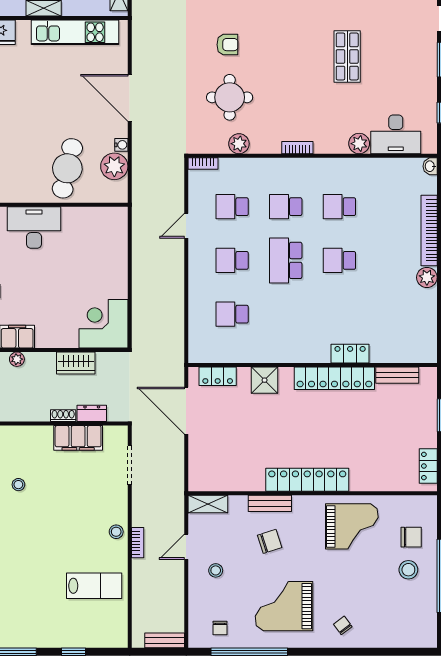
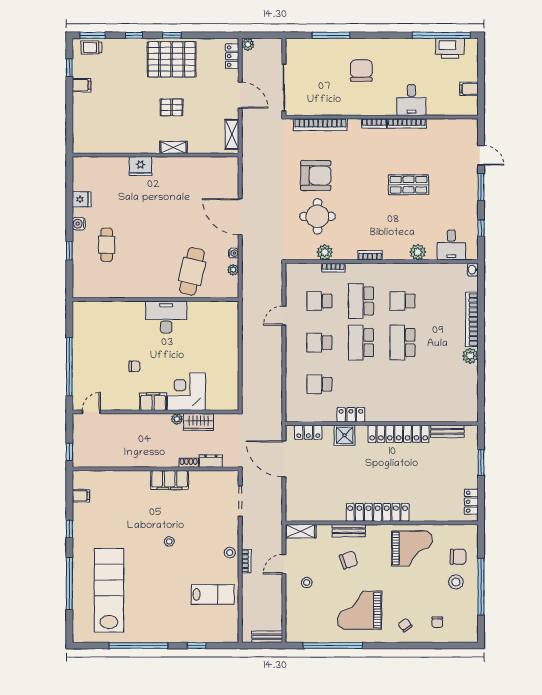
kitchen unit: (75, 32) -> (198, 166), removed
armchair: (227, 45) -> (316, 176), width x1.88, depth x1.88
shop shelf: (347, 56) -> (409, 185), turned 90
desk: (396, 134) -> (451, 245), width x0.73
bookcase: (203, 164) -> (333, 268), moved
plant: (114, 166) -> (233, 270), width x0.53, depth x0.53
school desk: (286, 207) -> (361, 301), width x1.85
school desk: (339, 260) -> (403, 343), width x1.85
corner desk: (103, 324) -> (186, 392), moved
locker: (350, 354) -> (351, 415), moved
plant: (17, 359) -> (177, 419), moved
filing cabinet: (78, 438) -> (170, 480), moved
stool: (18, 485) -> (169, 541), moved
chair: (220, 628) -> (437, 622), moved

